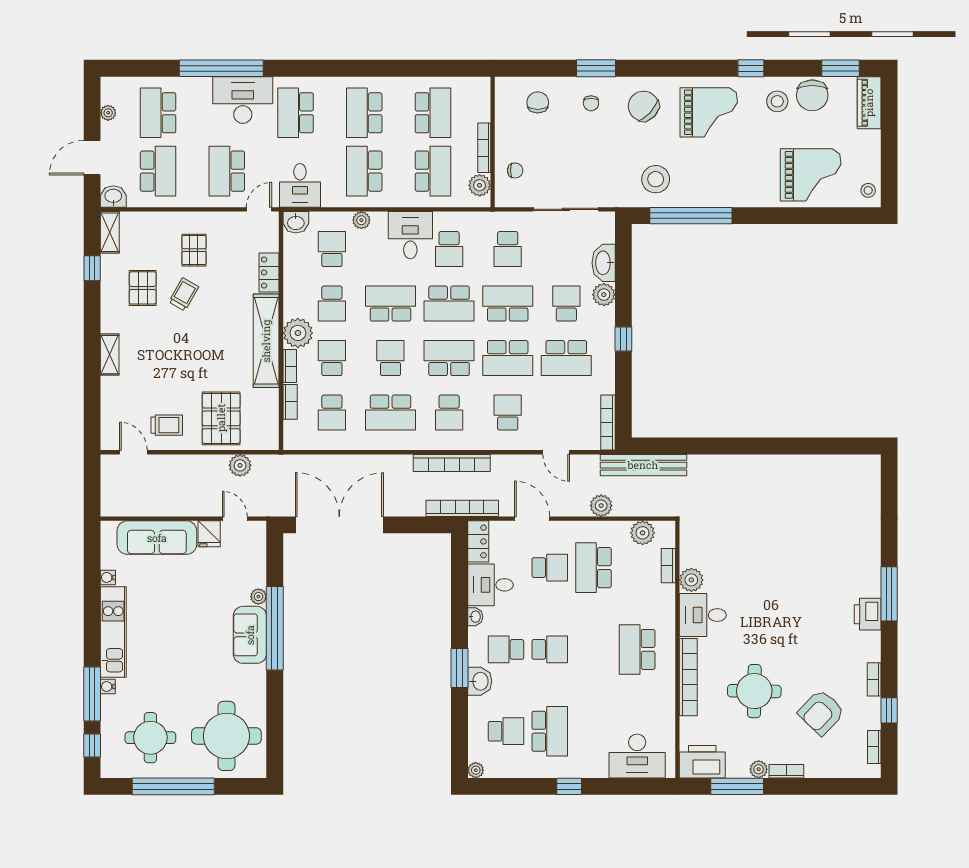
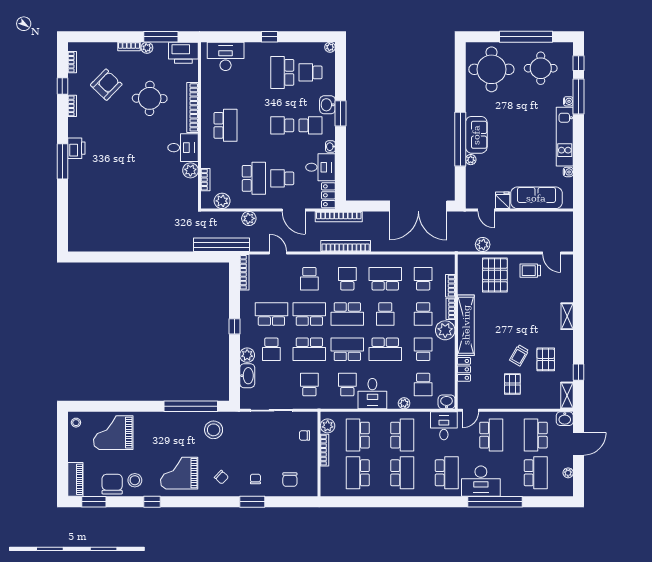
chair: (643, 106) -> (221, 477), width x0.54, depth x0.54

